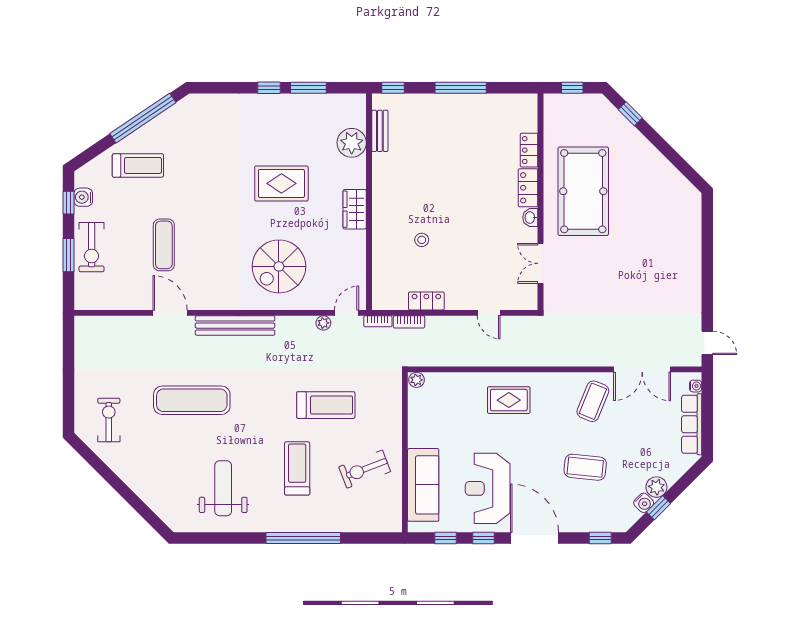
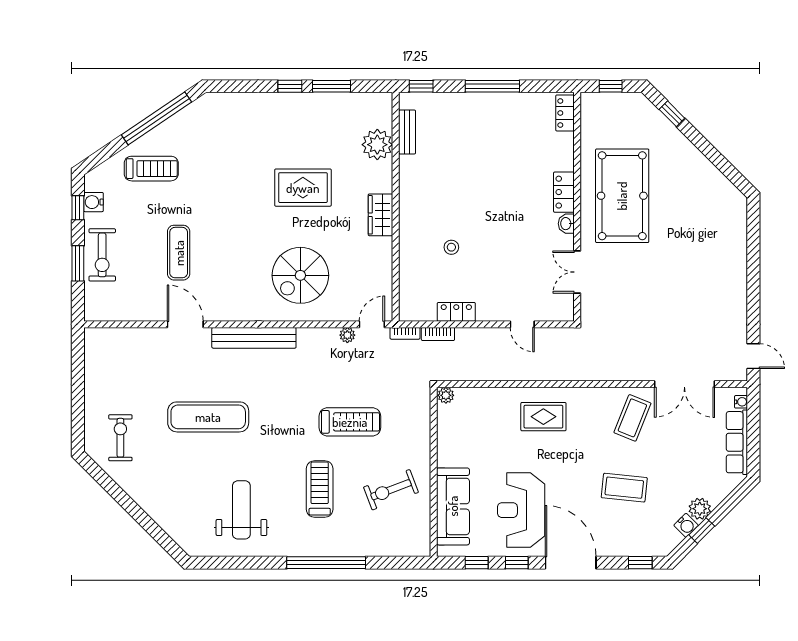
locker: (529, 150) -> (565, 113), moved

